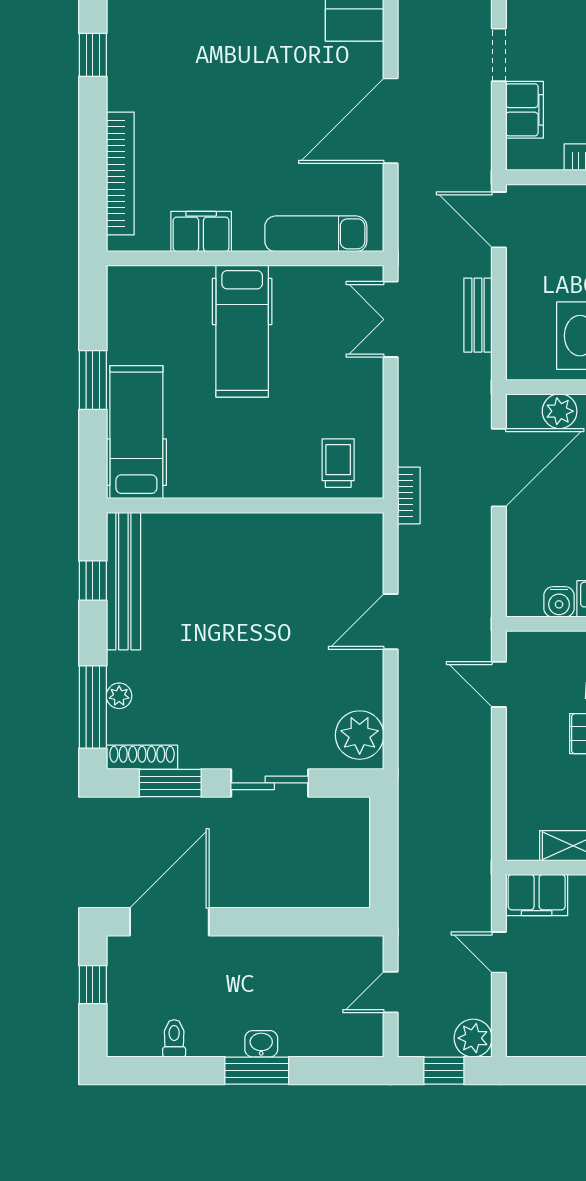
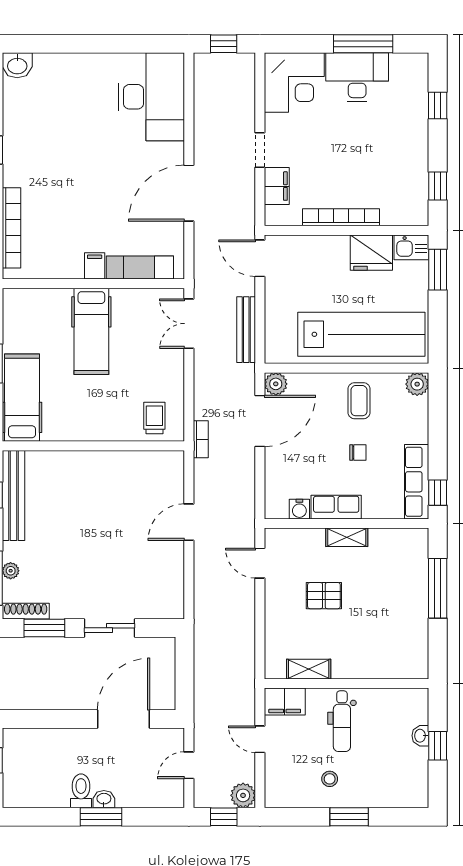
filing cabinet: (201, 232) -> (95, 266), moved, width x0.50
bench: (478, 315) -> (246, 330), width x1.36
plant: (560, 411) -> (276, 384), moved
plant: (360, 735) -> (168, 596), removed
door: (169, 922) -> (123, 719), moved
toilet: (174, 1038) -> (81, 791), moved, width x1.37, depth x1.39

